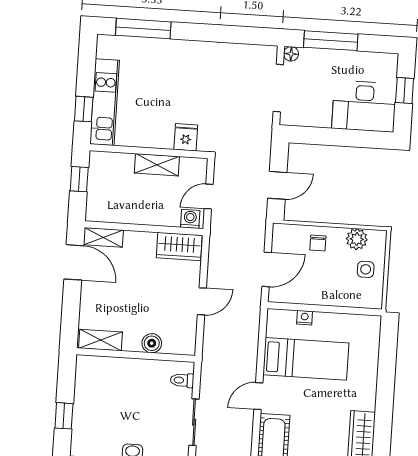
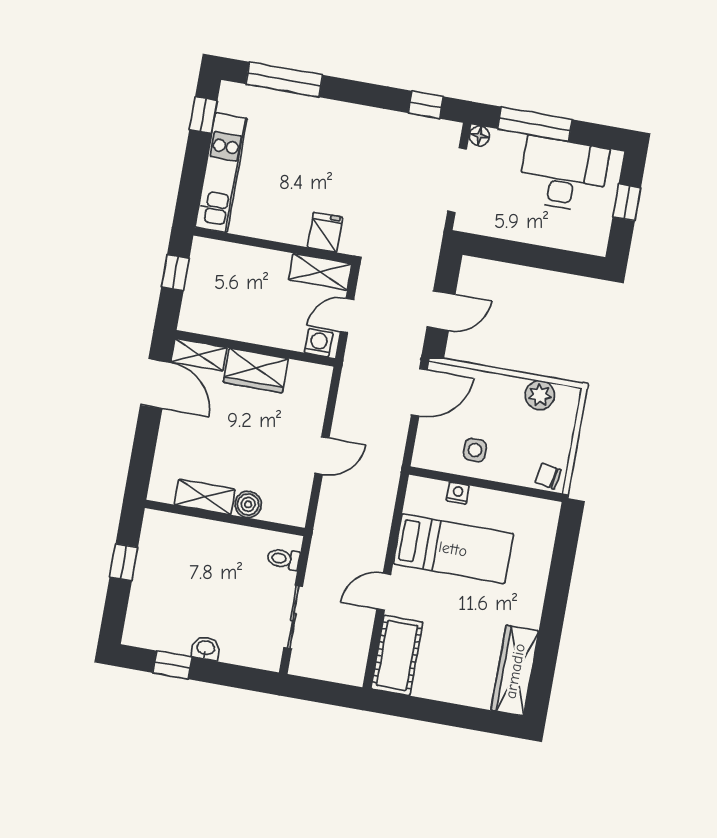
window: (249, 35) -> (426, 105), added
desk: (364, 106) -> (563, 174), moved, turned 180
window: (84, 109) -> (203, 115), moved
shelving: (157, 165) -> (320, 272), moved
chair: (318, 243) -> (548, 476), moved, turned 100
wardrobe: (179, 246) -> (256, 370), moved
door: (267, 269) -> (419, 392), moved
side table: (366, 269) -> (475, 450), moved
shelving: (101, 340) -> (205, 497), moved
window: (64, 416) -> (124, 562), moved

